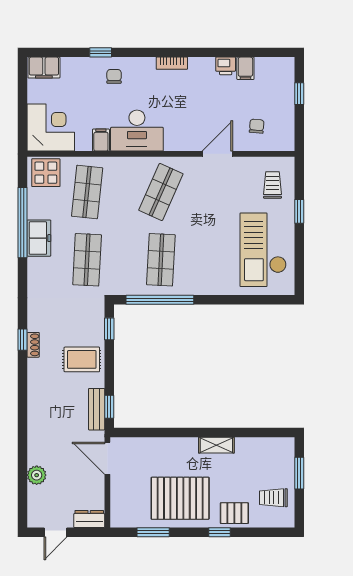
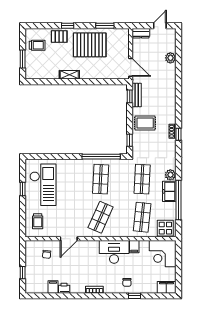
window: (299, 211) -> (23, 189), moved
plant: (37, 267) -> (170, 175), added

